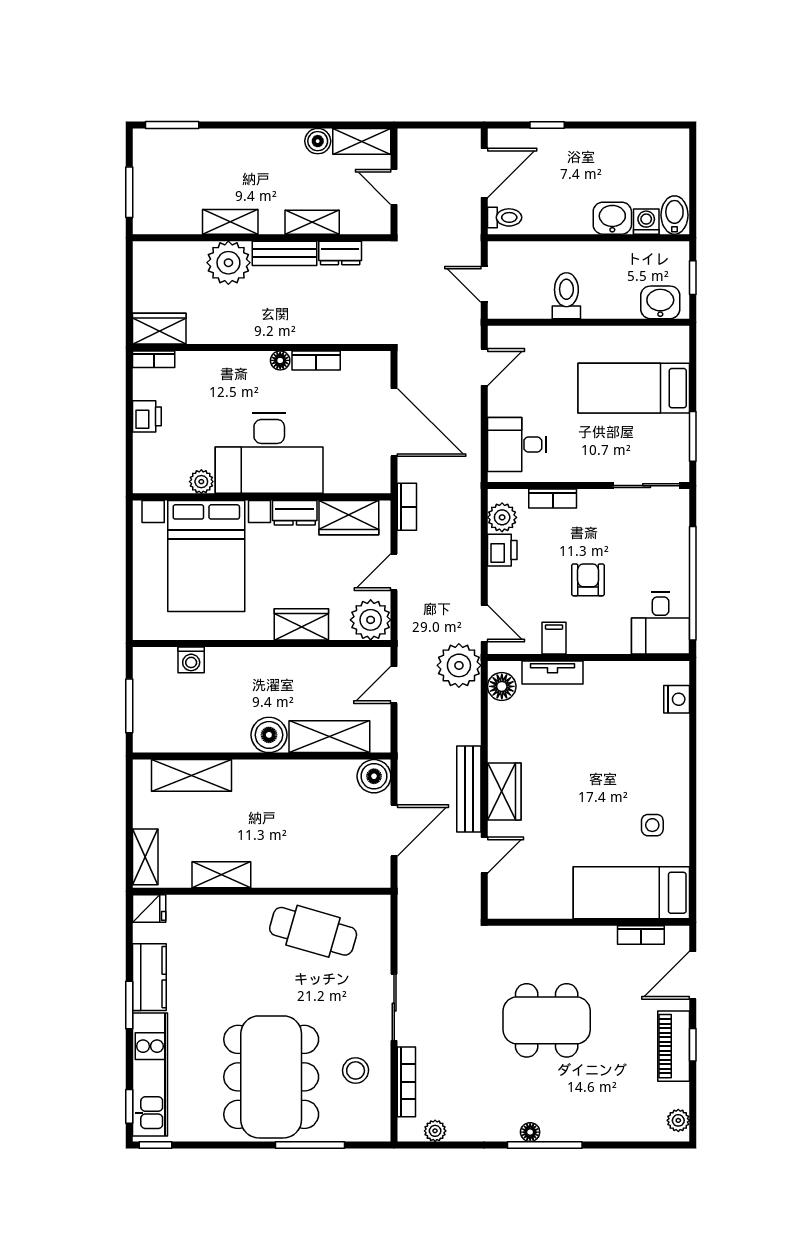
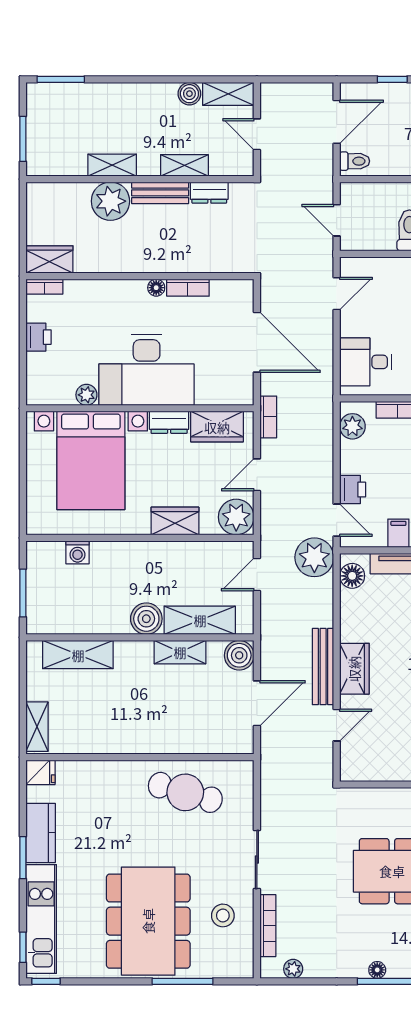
printer: (502, 550) -> (353, 490), moved
shelving: (221, 875) -> (180, 652), moved

